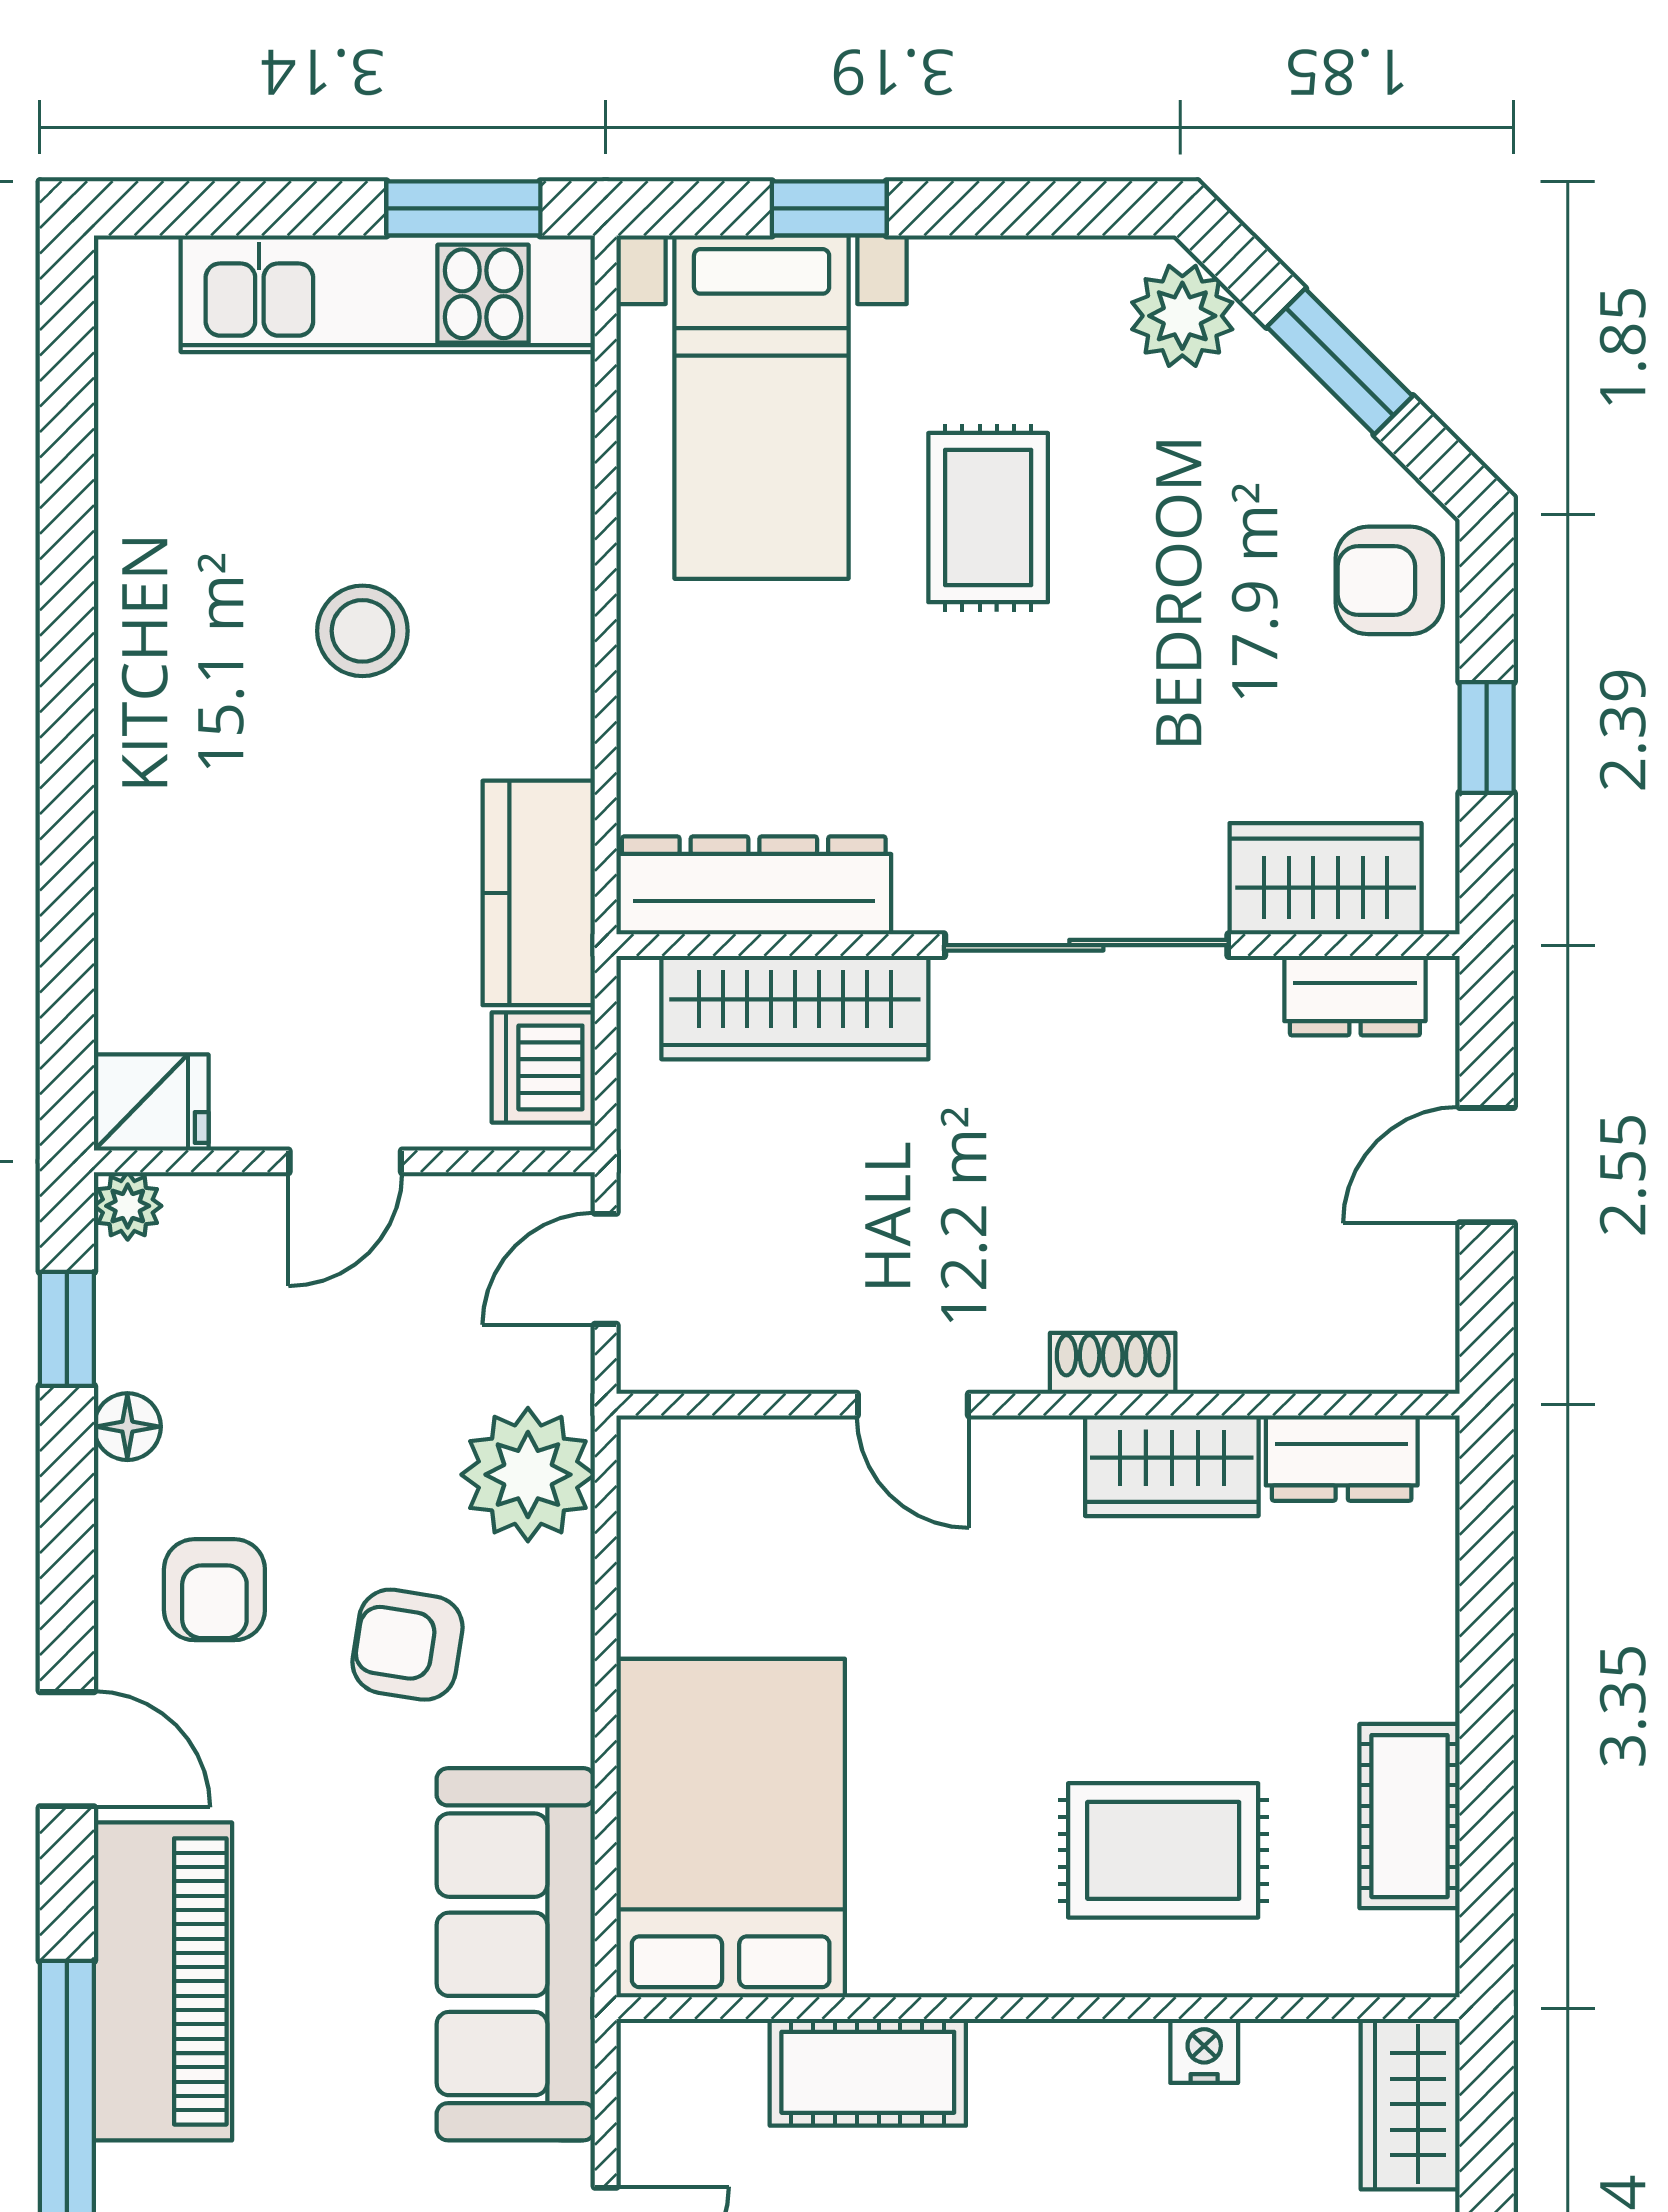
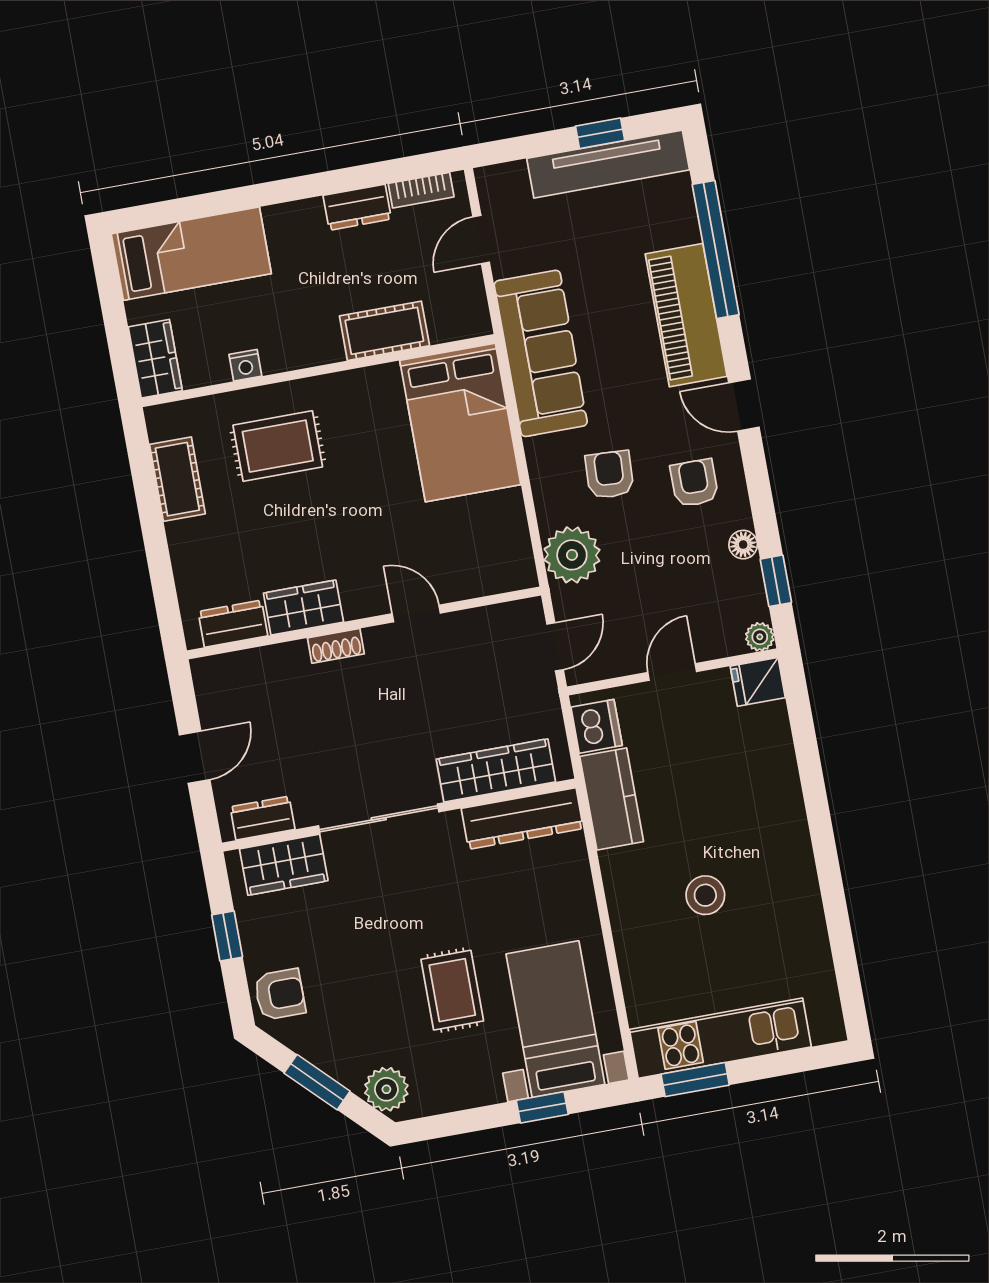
armchair: (407, 1645) -> (609, 475), turned -96

